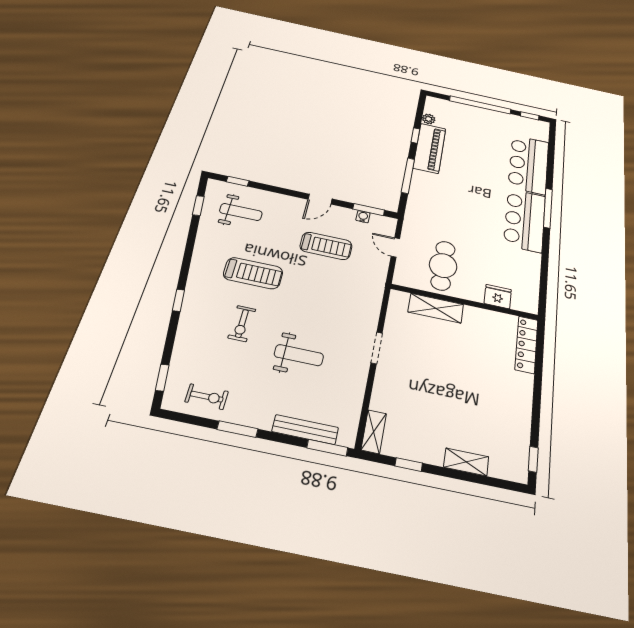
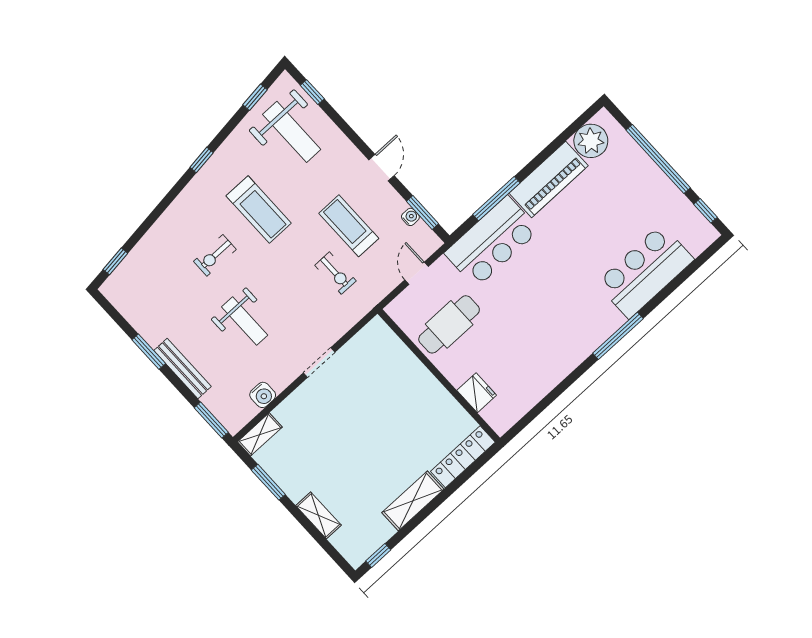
plant: (429, 119) -> (591, 141), width x1.87, depth x1.87
window: (415, 136) -> (546, 153), removed
door: (320, 199) -> (382, 168), swing flipped
weight bench: (241, 212) -> (292, 132), width x1.36, depth x1.33
bar counter: (525, 220) -> (492, 242), moved, turned 180
treadmill: (326, 246) -> (349, 226), turned 180
window: (178, 300) -> (202, 160), moved
shelving: (436, 308) -> (413, 501), moved, turned 90
exercise bike: (207, 397) -> (335, 273), moved
water cooler: (353, 400) -> (263, 395), added
bench: (305, 430) -> (183, 368), moved
window: (409, 465) -> (268, 482), width x1.50

